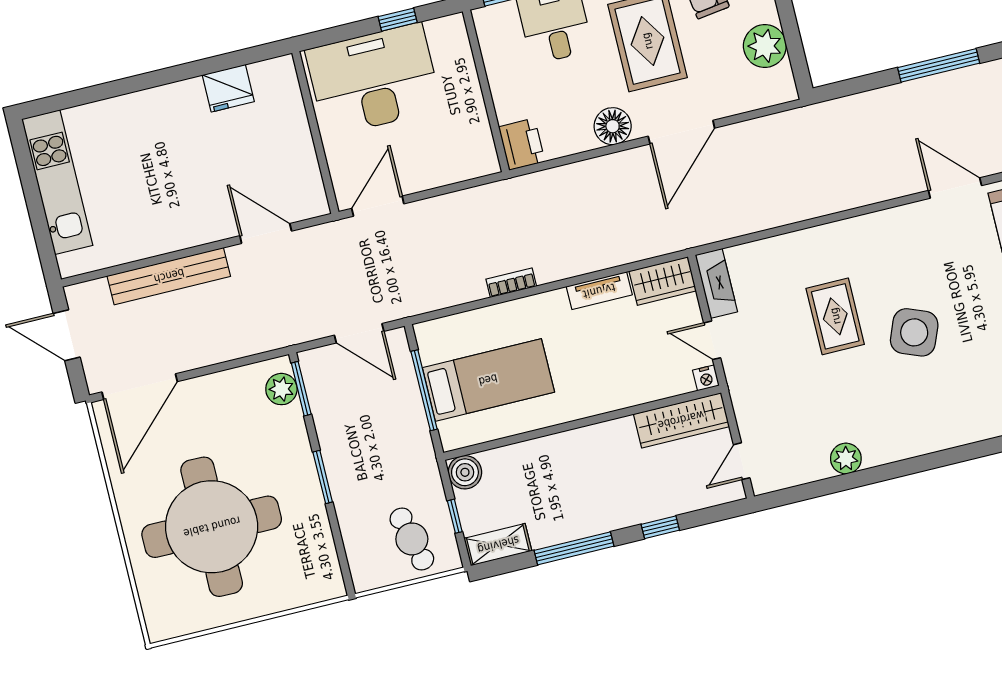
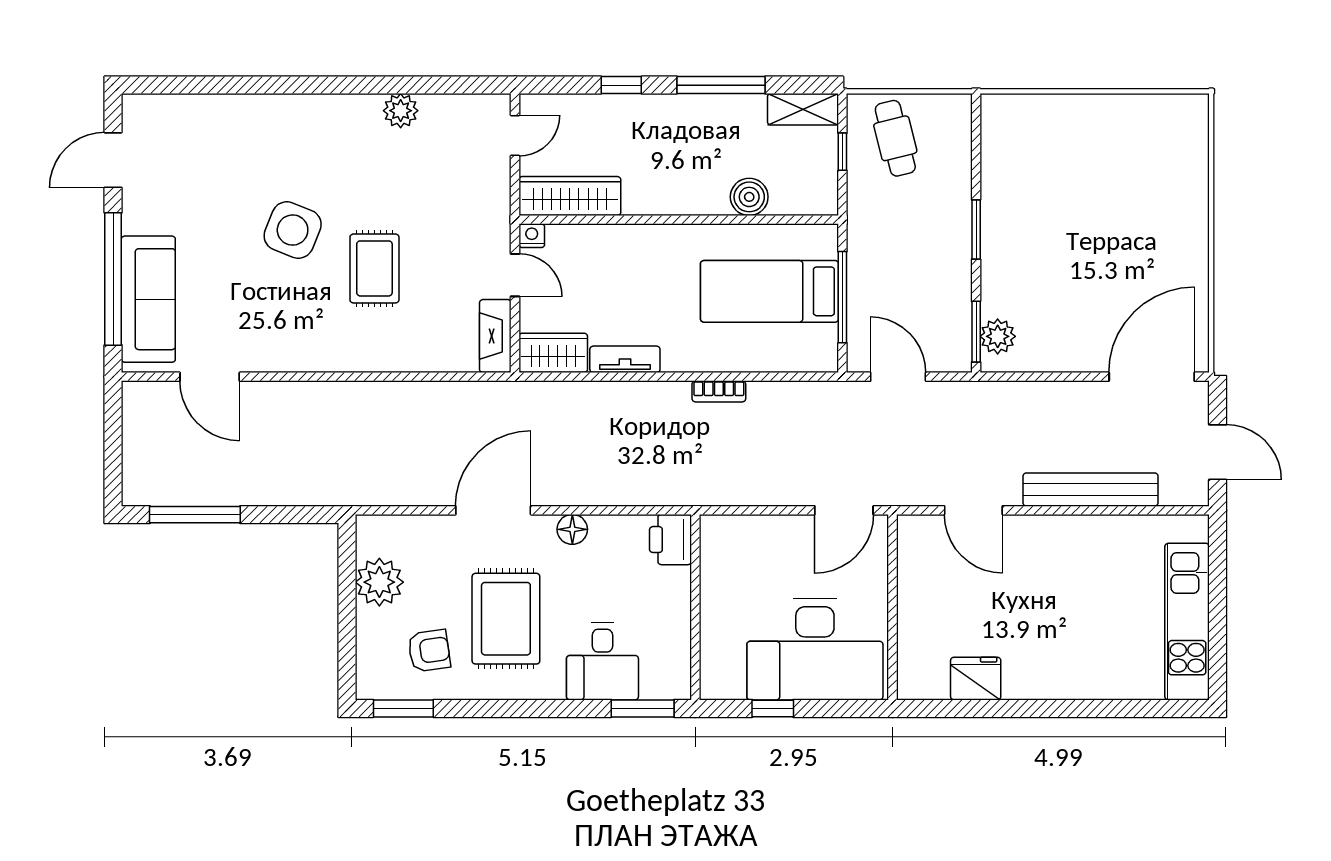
floor lamp: (613, 126) -> (572, 529), width x0.73, depth x0.73
boiler: (465, 472) -> (749, 197), moved
round table: (212, 527) -> (1110, 205), removed

